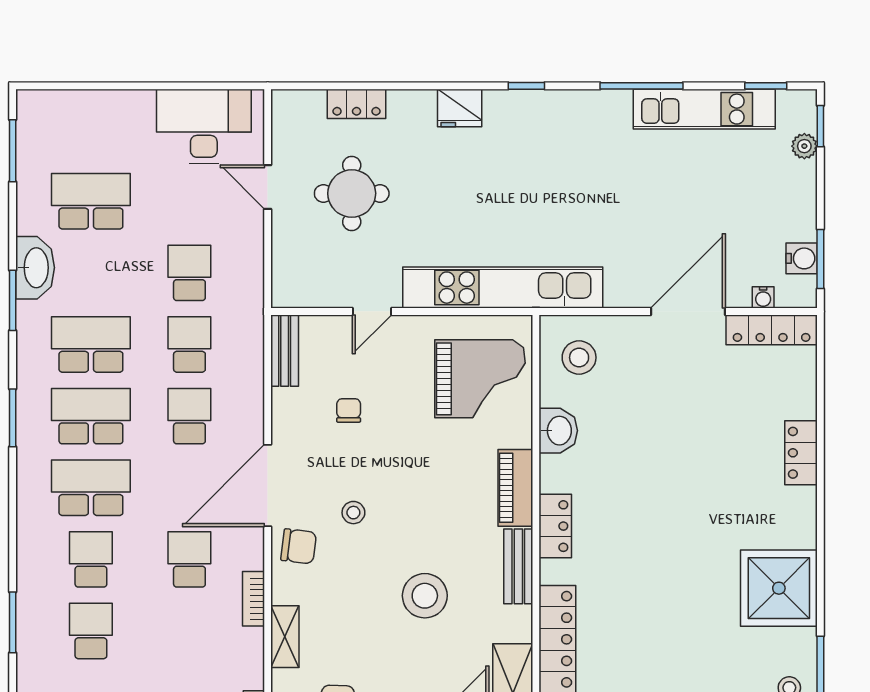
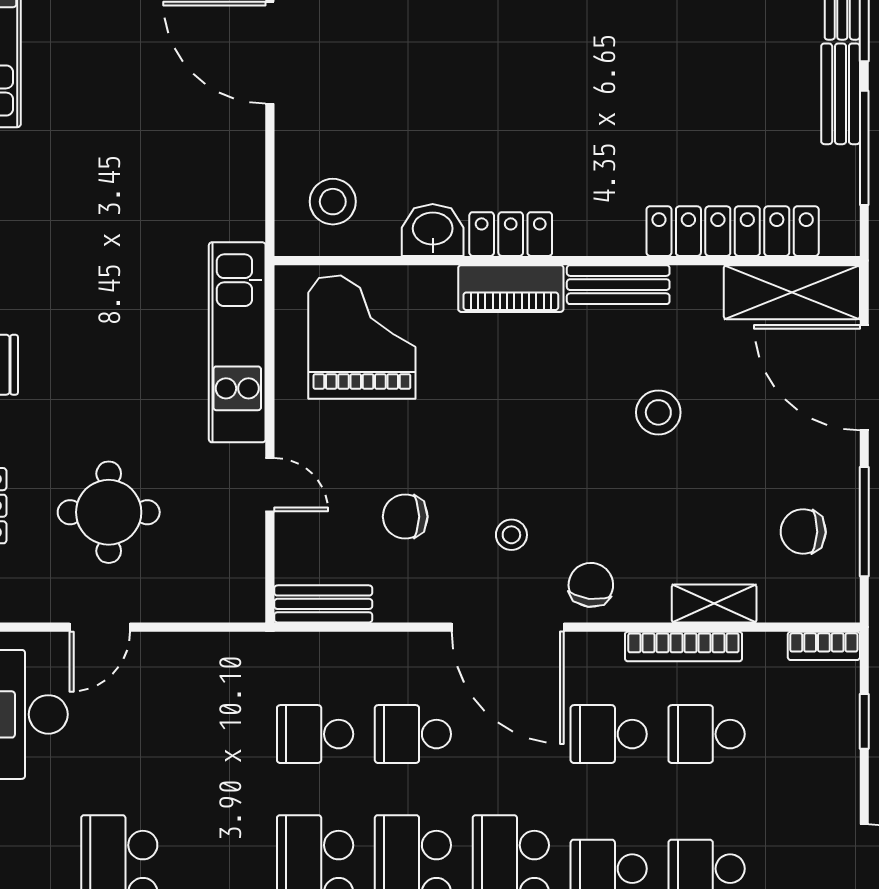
school desk: (189, 273) -> (707, 734), moved
kitchen unit: (503, 288) -> (237, 342), width x0.73
chair: (349, 410) -> (405, 517), width x1.37, depth x1.37
stool: (353, 513) -> (511, 535), moved
locker: (555, 526) -> (511, 234), moved
stool: (425, 596) -> (658, 412), width x0.73, depth x0.73
bookcase: (254, 599) -> (683, 646), width x1.56

